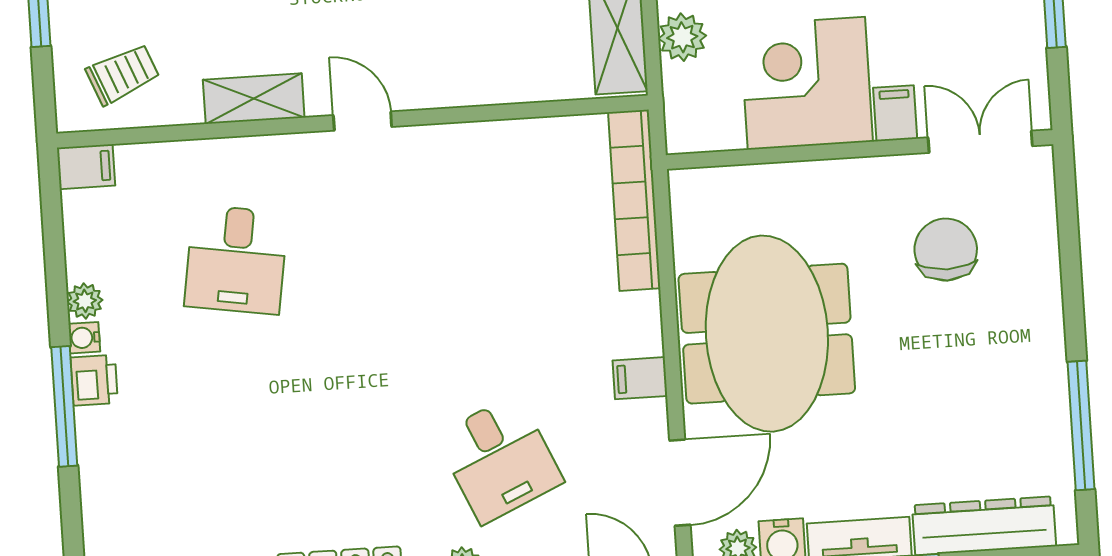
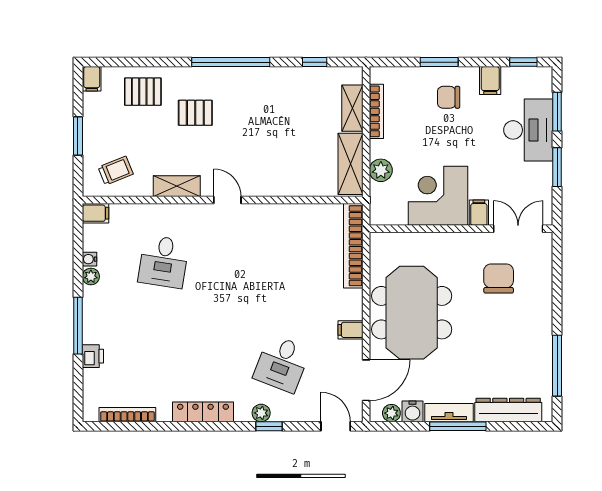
water cooler: (84, 338) -> (89, 259), moved
printer: (94, 380) -> (93, 356), moved
desk: (499, 459) -> (282, 364), turned 45

